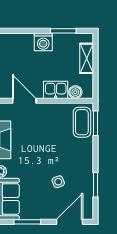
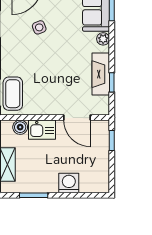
washing machine: (43, 42) -> (69, 183), moved

